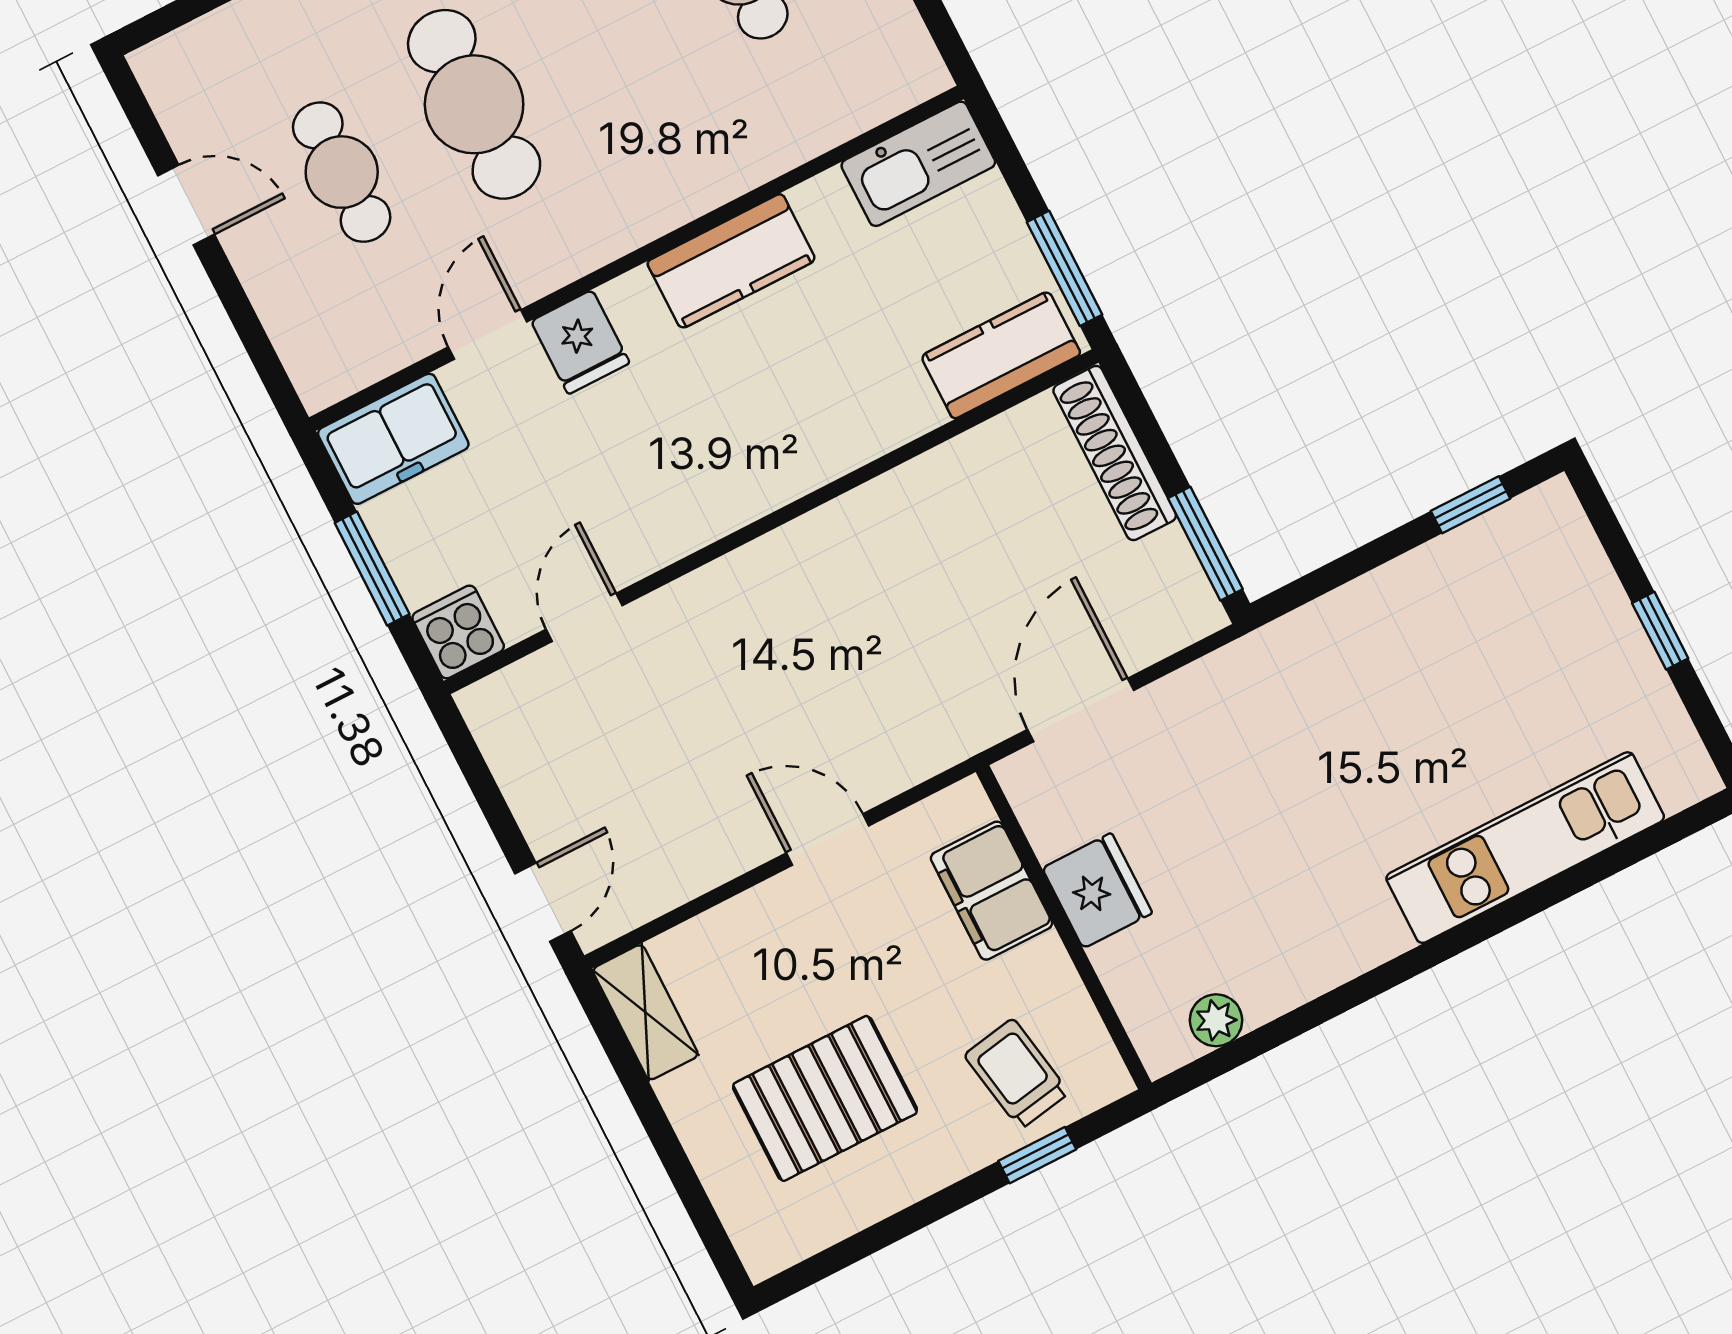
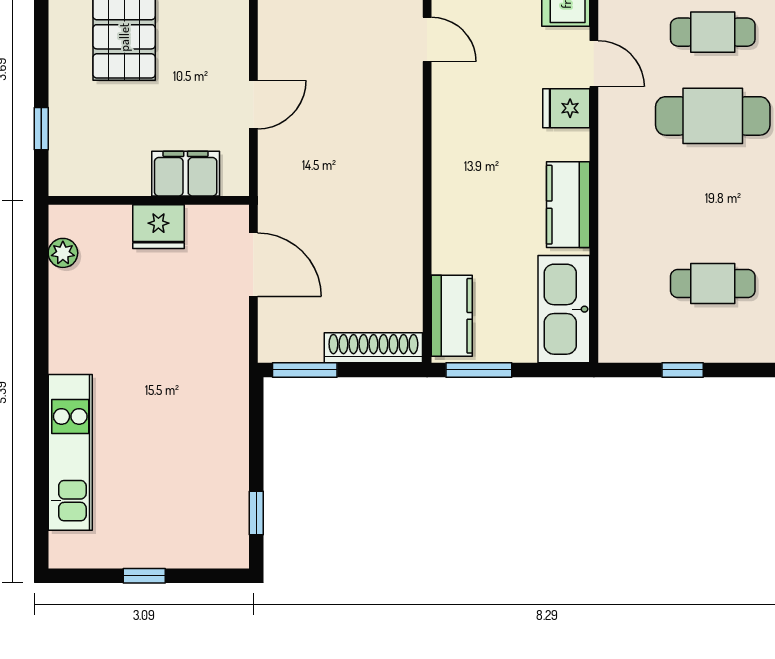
kitchen sink: (918, 164) -> (564, 309), width x1.36, depth x1.24
trolley: (1017, 1074) -> (87, 139), removed

